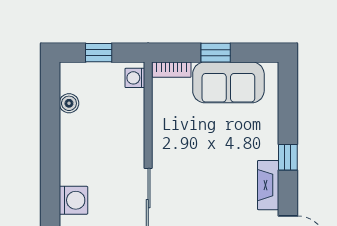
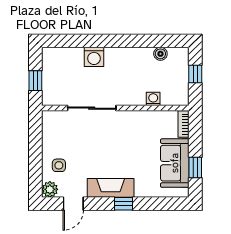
window: (216, 53) -> (195, 168), moved
washing machine: (135, 78) -> (153, 99), moved
fireplace: (268, 185) -> (111, 188), width x1.37, depth x1.32

